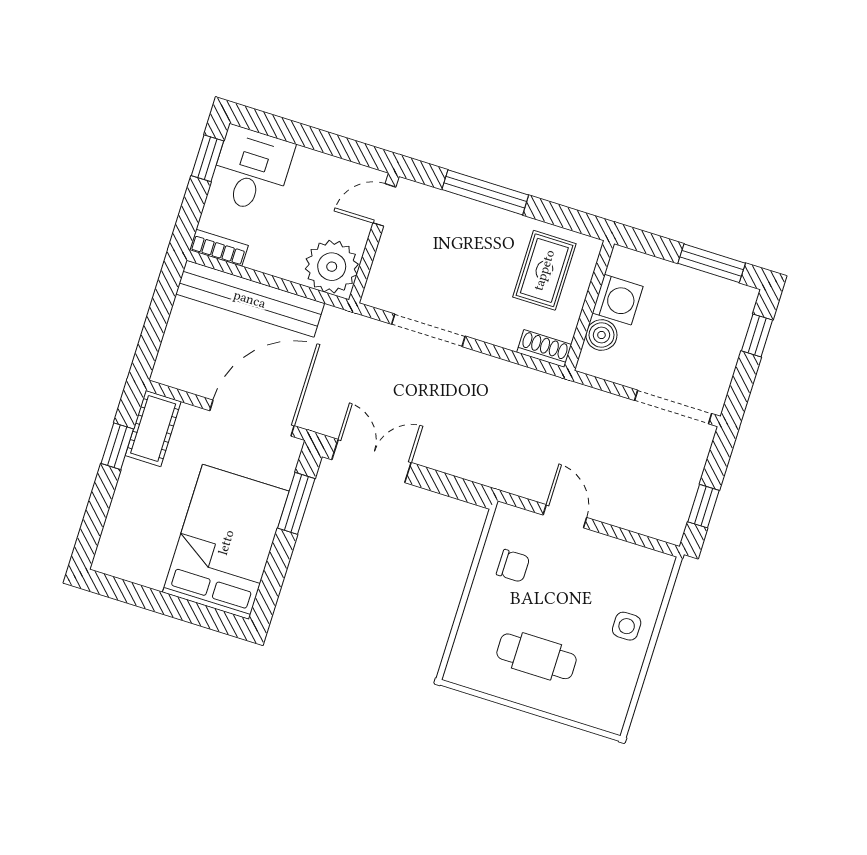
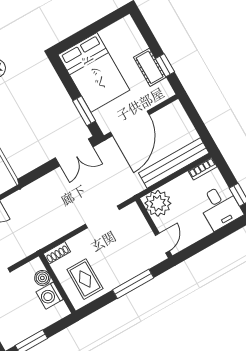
cot: (153, 429) -> (150, 67), moved

